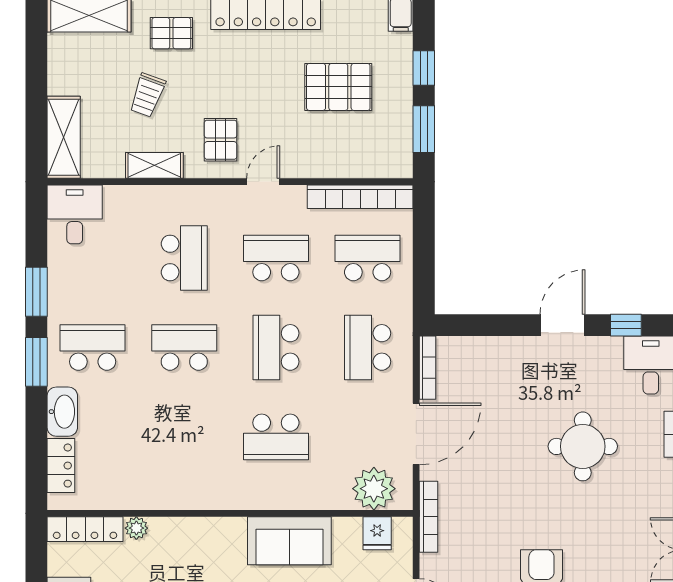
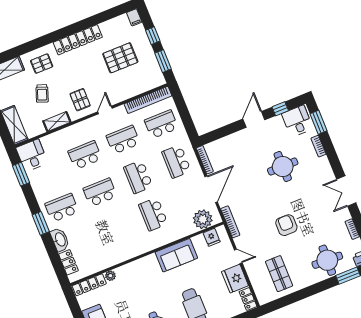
school desk: (184, 258) -> (85, 155), turned -90
window: (36, 292) -> (21, 174), moved
school desk: (276, 437) -> (153, 214), turned 90

